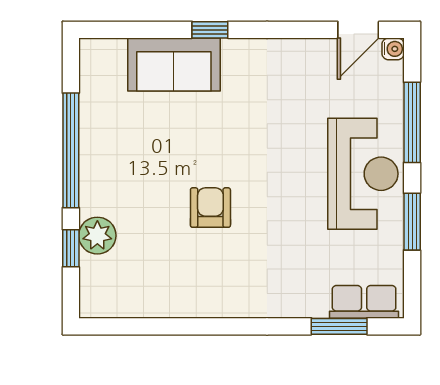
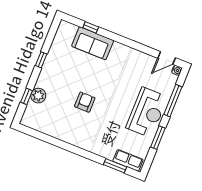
window: (210, 30) -> (91, 27), moved
window: (71, 150) -> (41, 60), width x0.32

